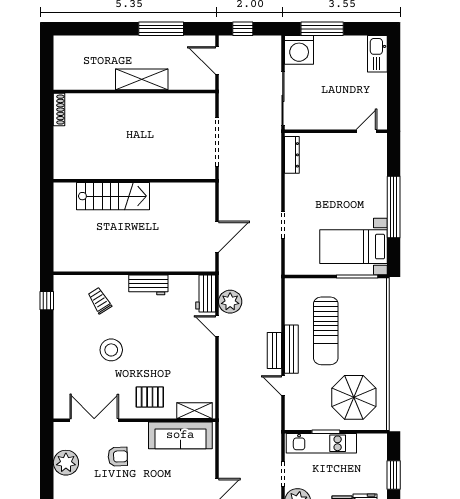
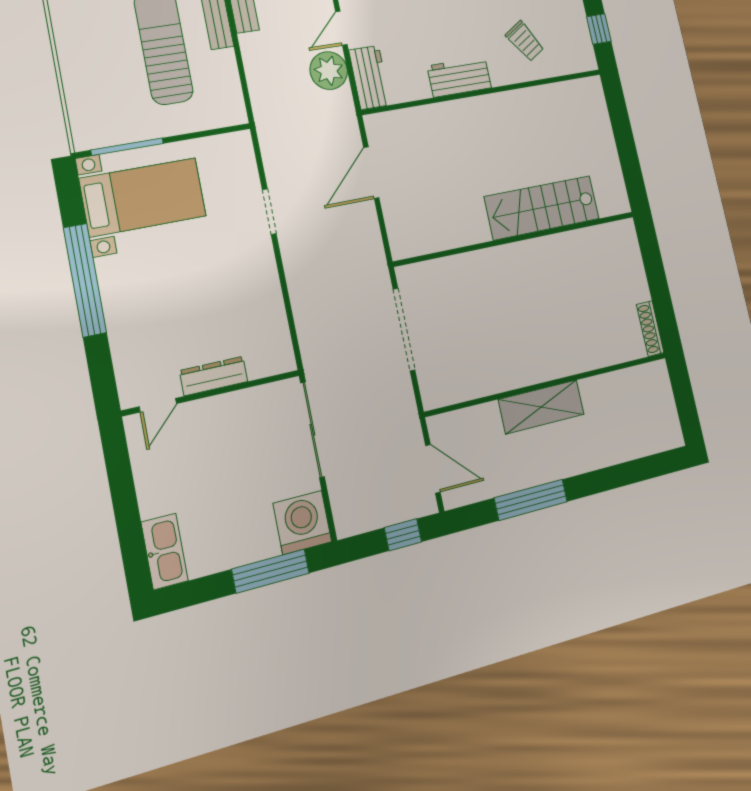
dresser: (292, 155) -> (214, 376), moved, turned 90
door: (217, 326) -> (341, 28), swing flipped

